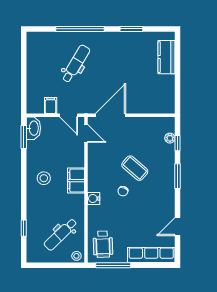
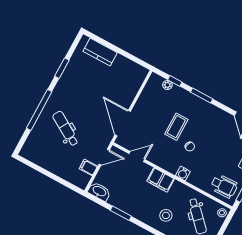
door: (86, 133) -> (137, 157), moved
window: (24, 137) -> (121, 213), moved
coffee table: (135, 168) -> (176, 127), turned -41
stool: (44, 178) -> (166, 215), moved

